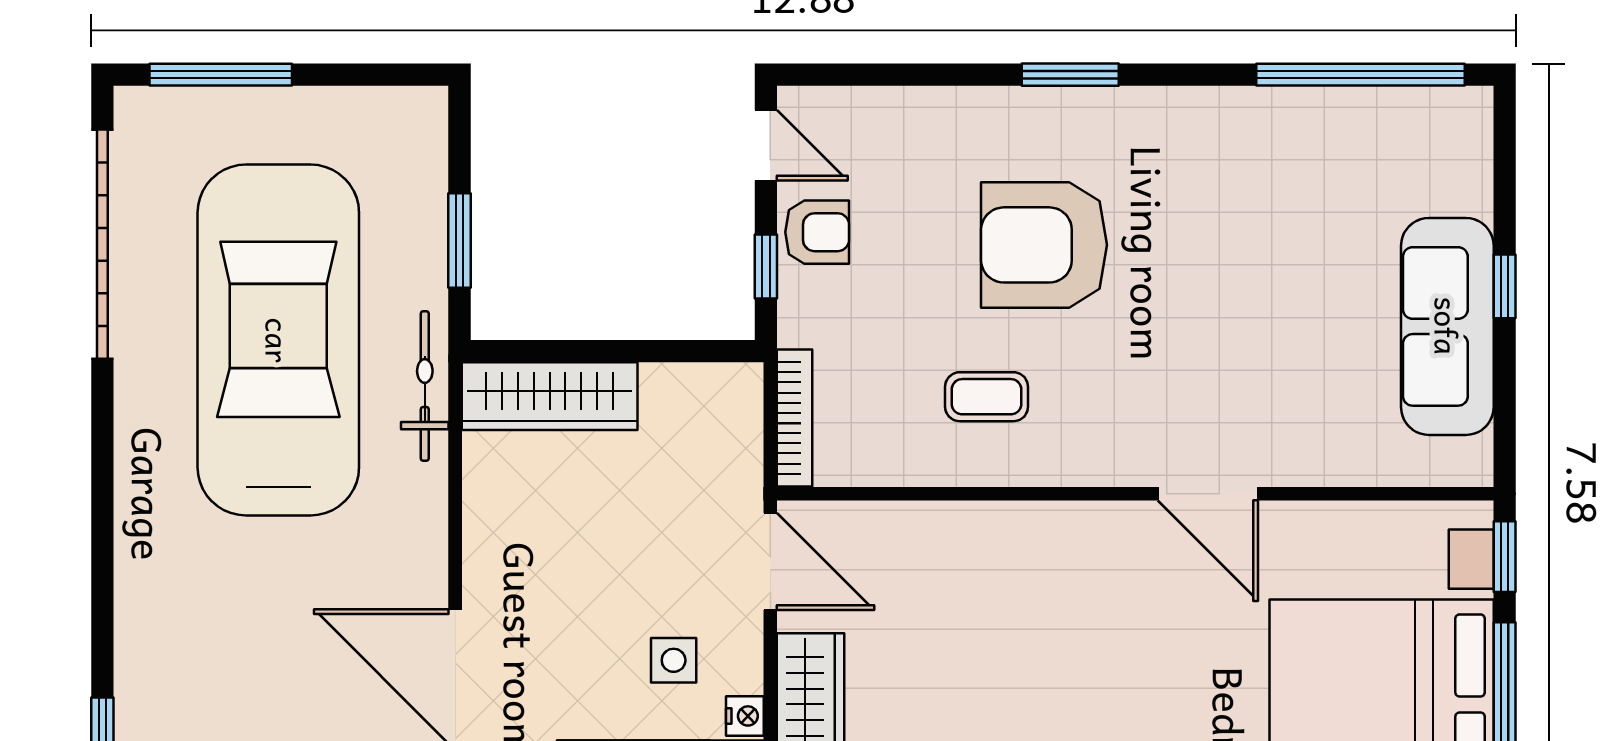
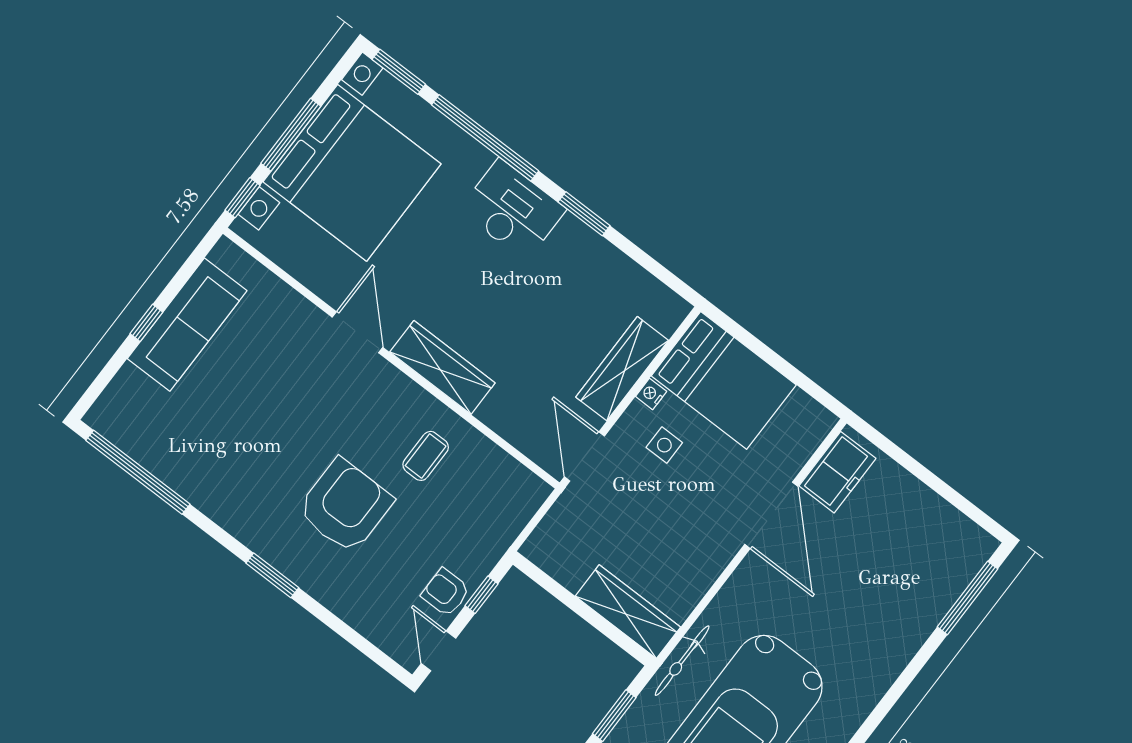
armchair: (1044, 245) -> (345, 506), turned -90
coffee table: (987, 397) -> (426, 456), turned 90
bookcase: (795, 418) -> (522, 514), removed
wardrobe: (1056, 534) -> (442, 367), added

